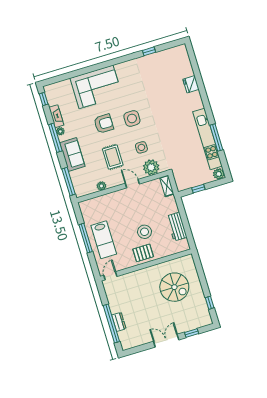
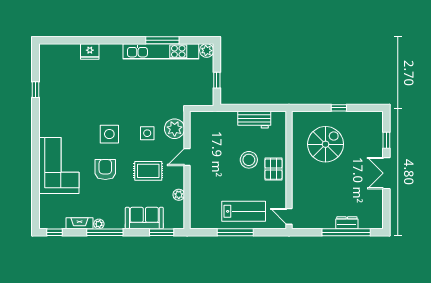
sofa: (72, 155) -> (144, 218), moved
window: (69, 181) -> (162, 232), width x0.69
shelving: (167, 186) -> (202, 117), removed
window: (210, 303) -> (339, 108), moved

